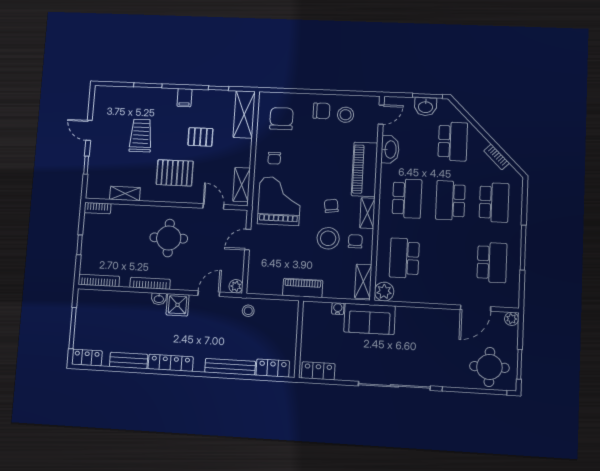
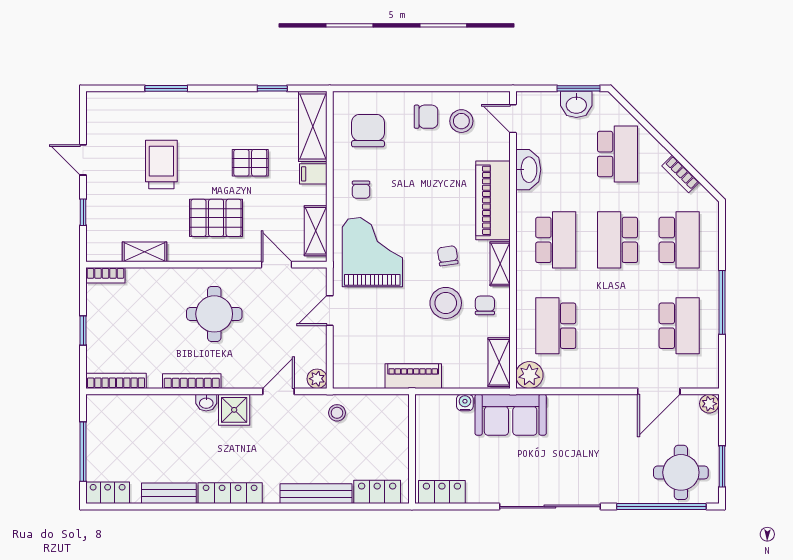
filing cabinet: (184, 98) -> (313, 174), moved, turned 90
door: (381, 115) -> (513, 119), swing flipped

